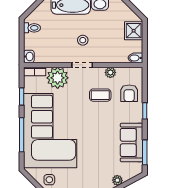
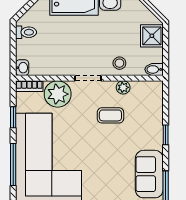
stool: (83, 40) -> (119, 63), moved
armchair: (129, 93) -> (146, 113), removed

